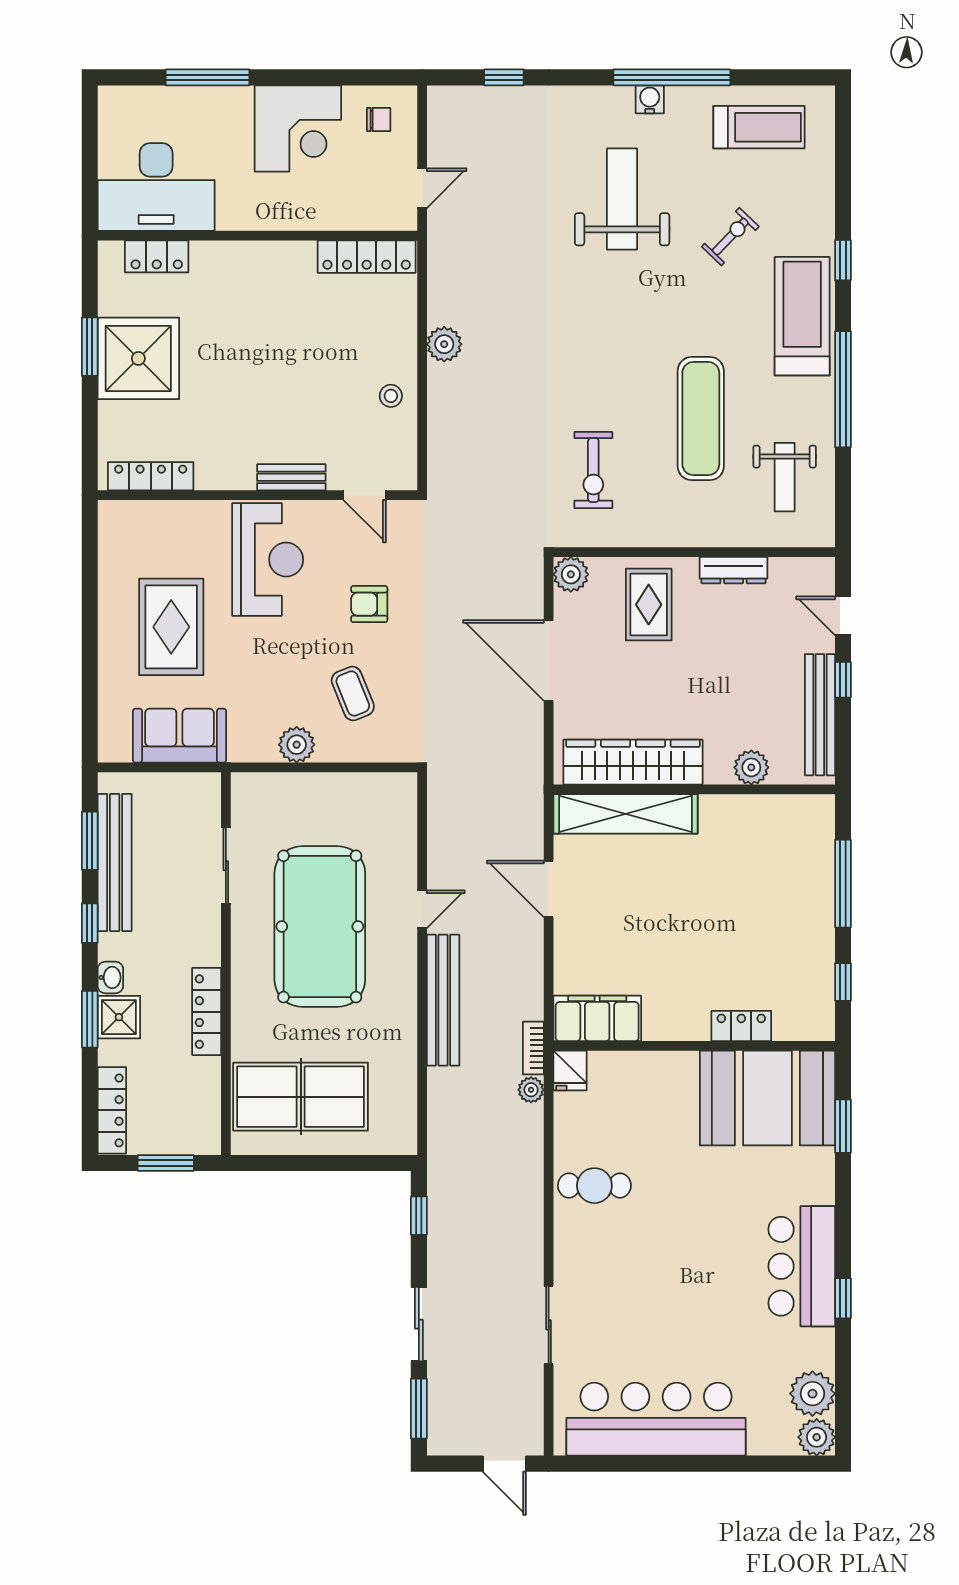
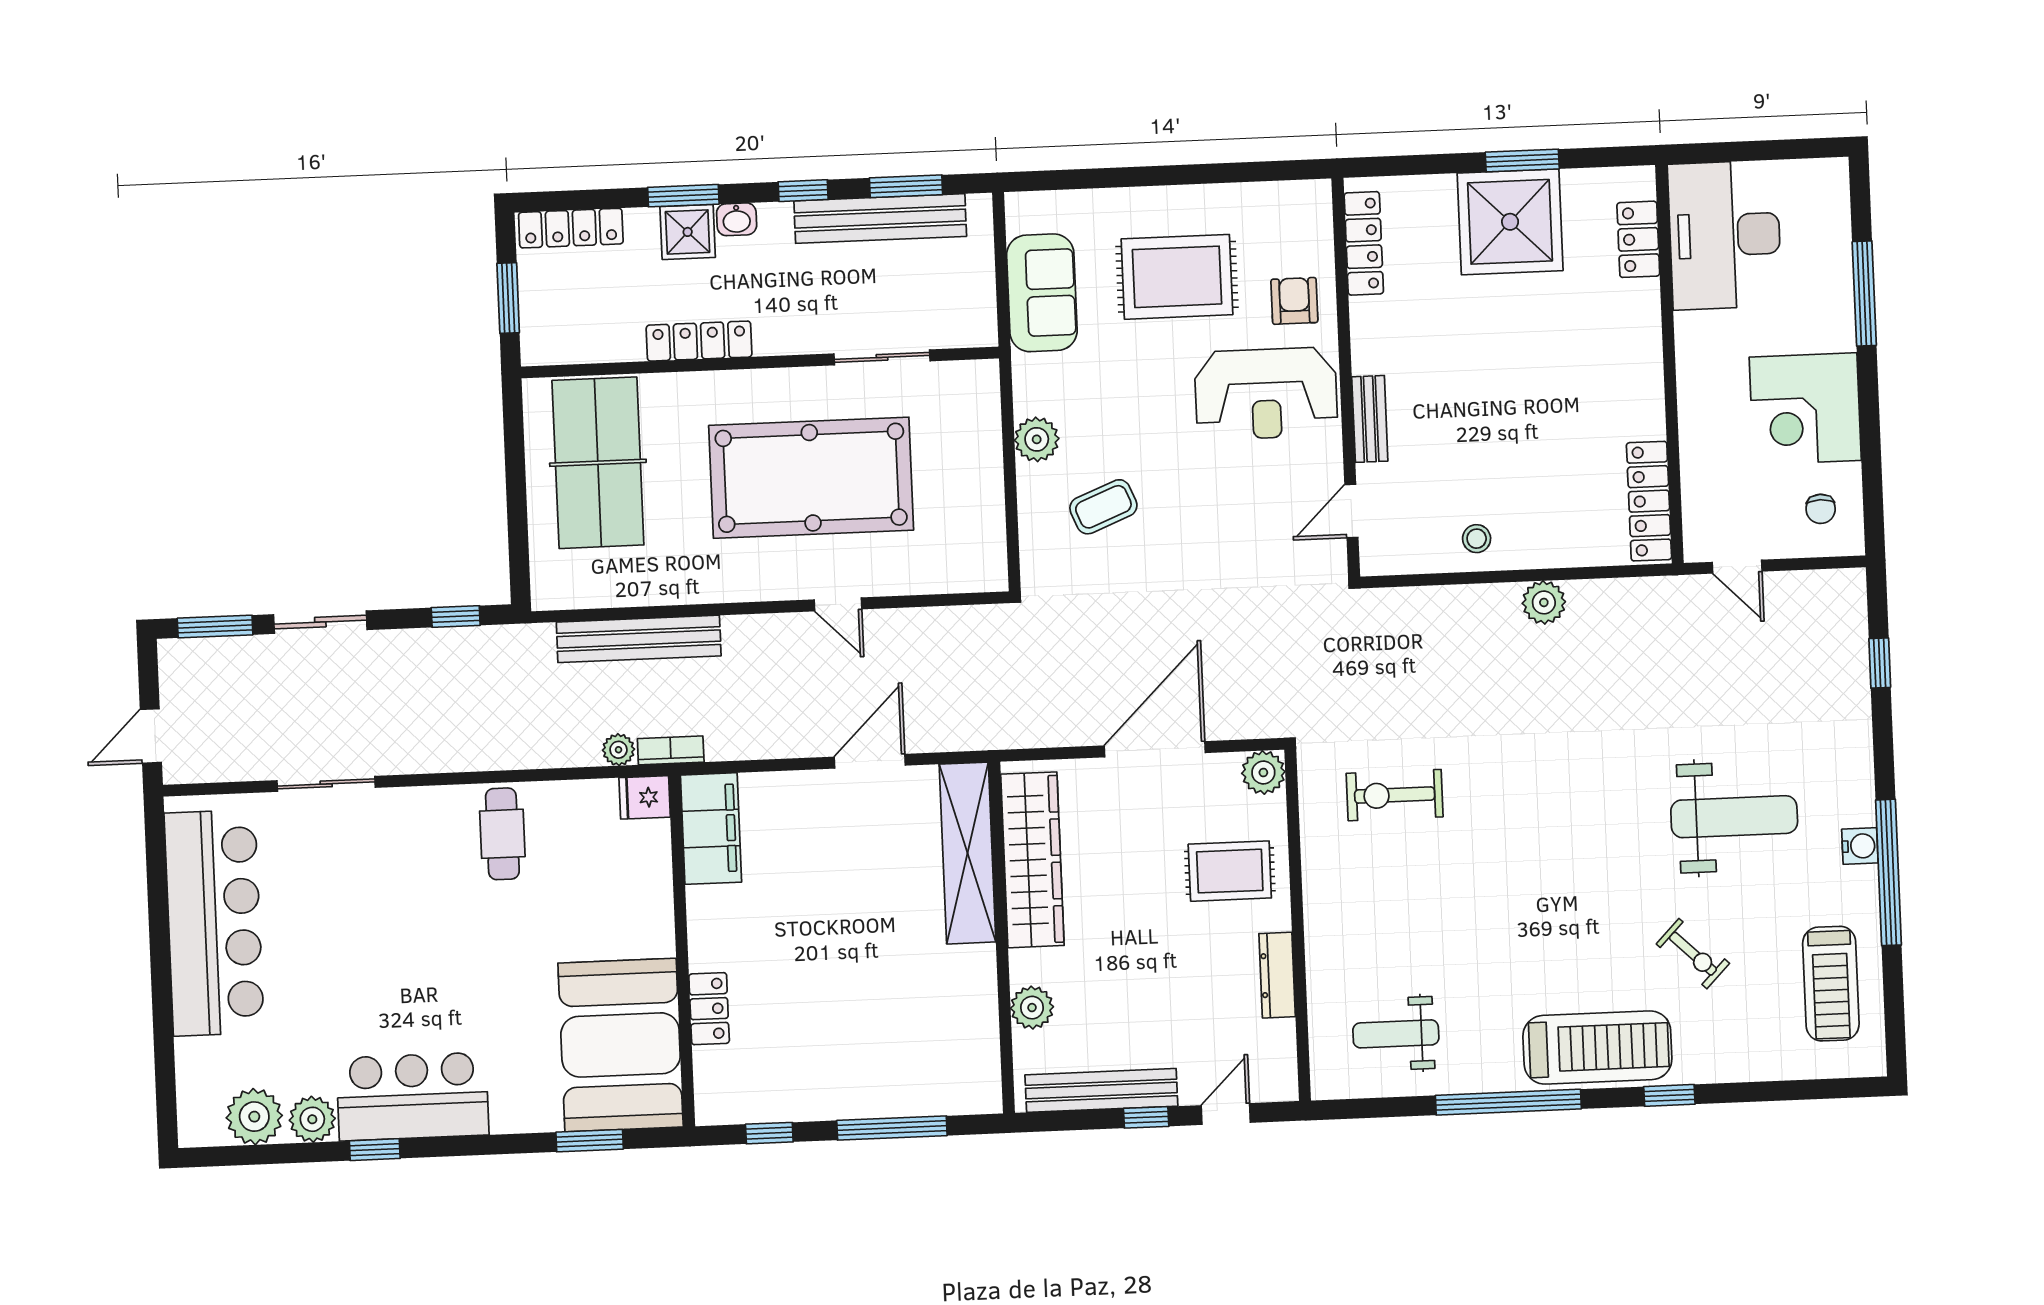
exercise mat: (701, 419) -> (1465, 926), removed
armchair: (369, 604) -> (1294, 301), moved
bench: (443, 1000) -> (639, 639), moved
plant: (817, 1437) -> (312, 1119), moved

